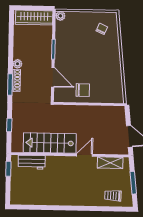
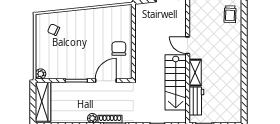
shelving: (110, 163) -> (195, 73), moved

